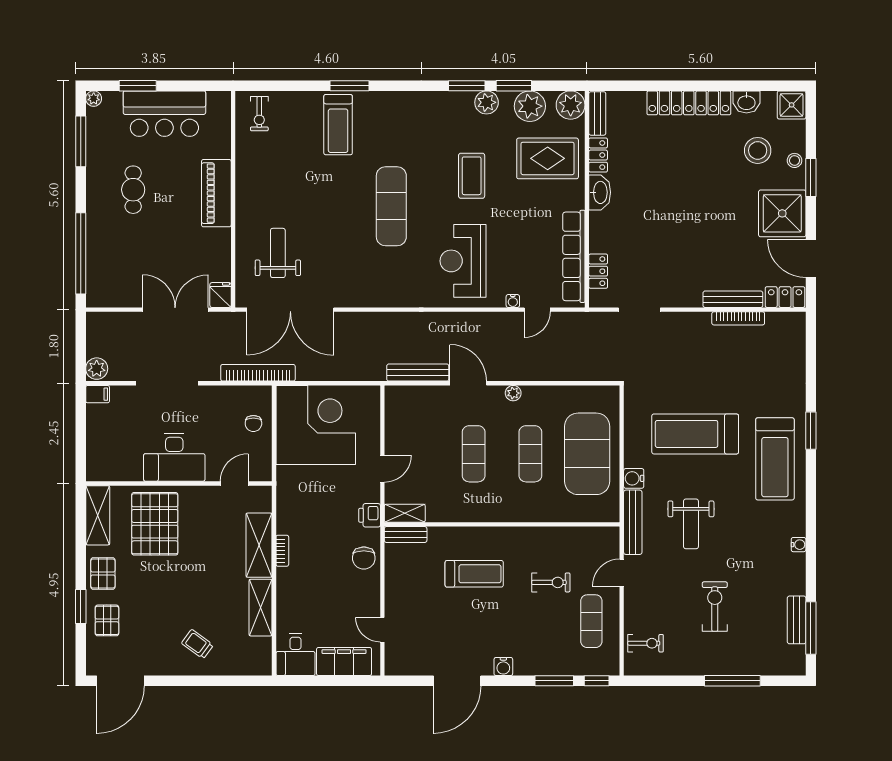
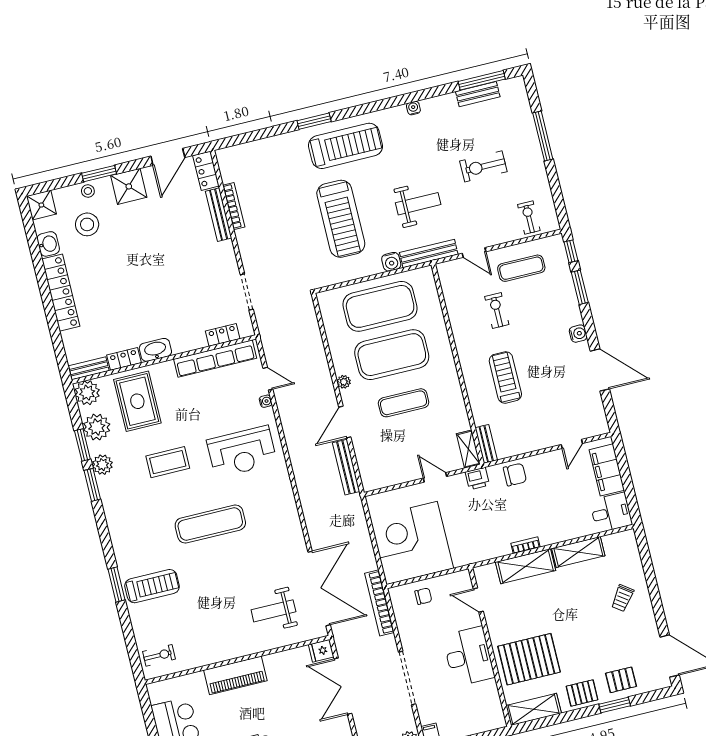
shower: (782, 213) -> (129, 186), width x0.73, depth x0.73
exercise mat: (530, 454) -> (392, 355), width x2.00, depth x1.45

